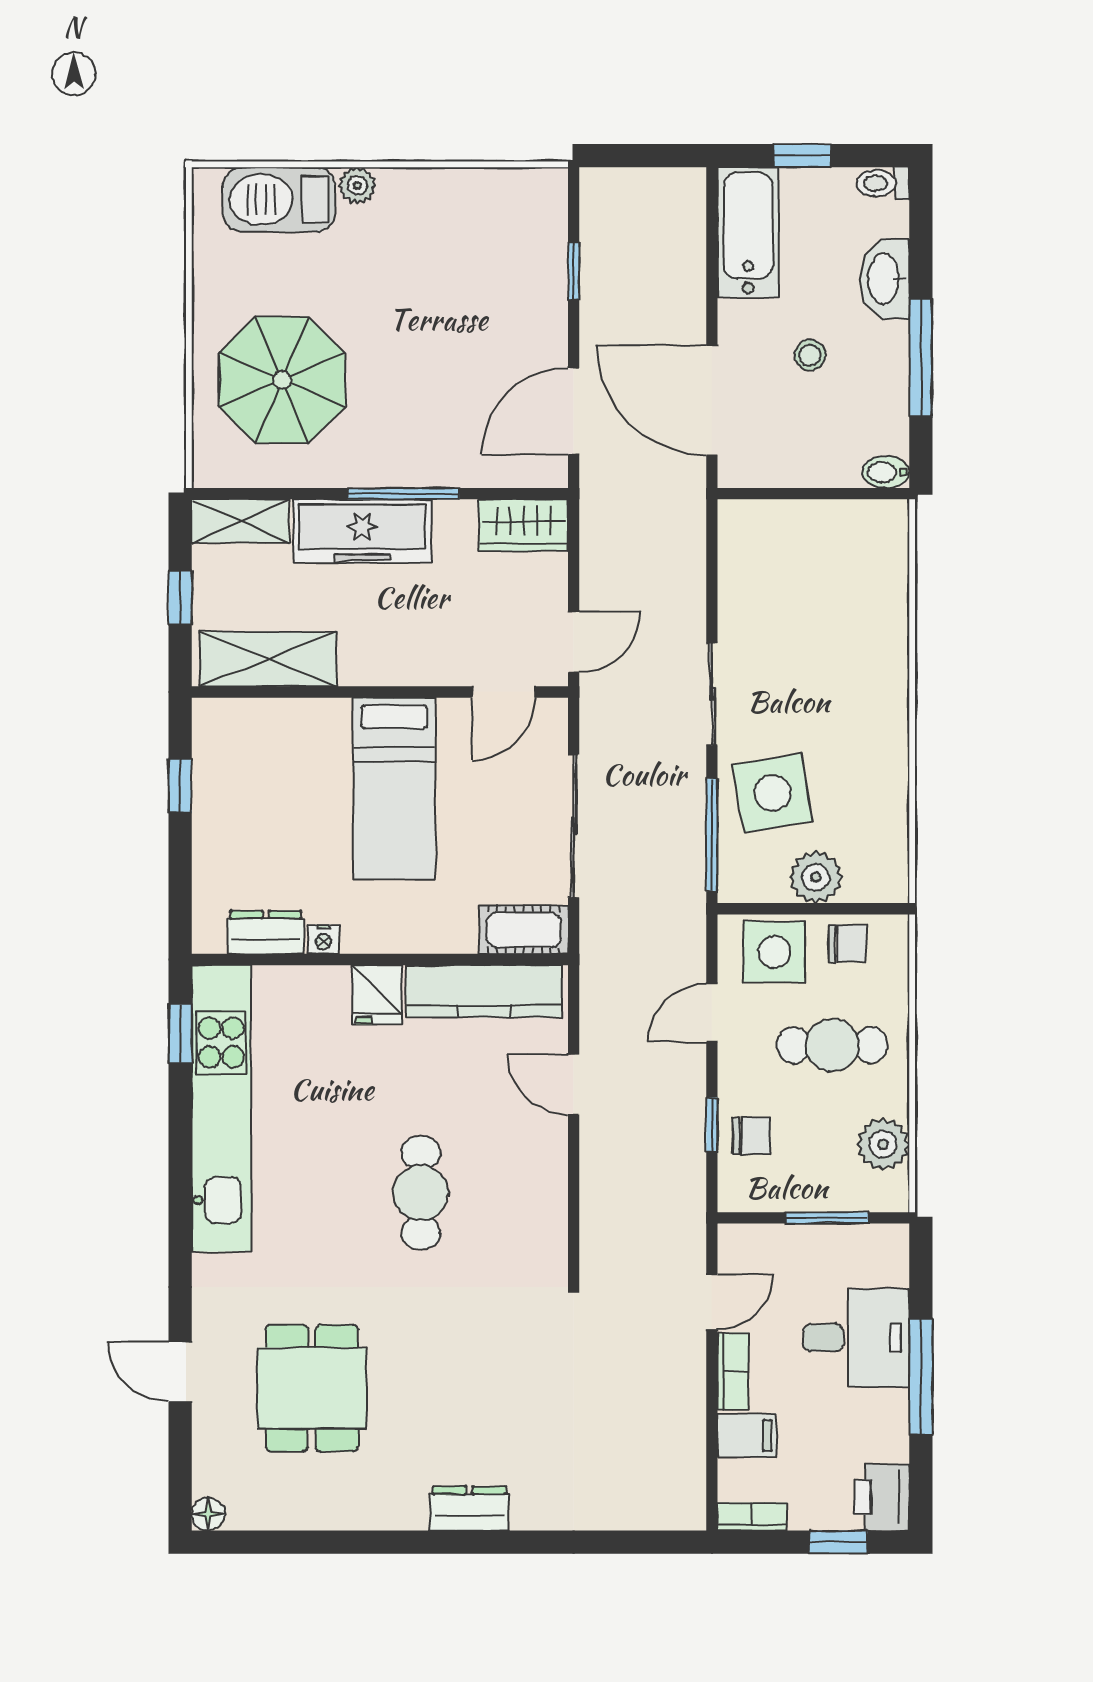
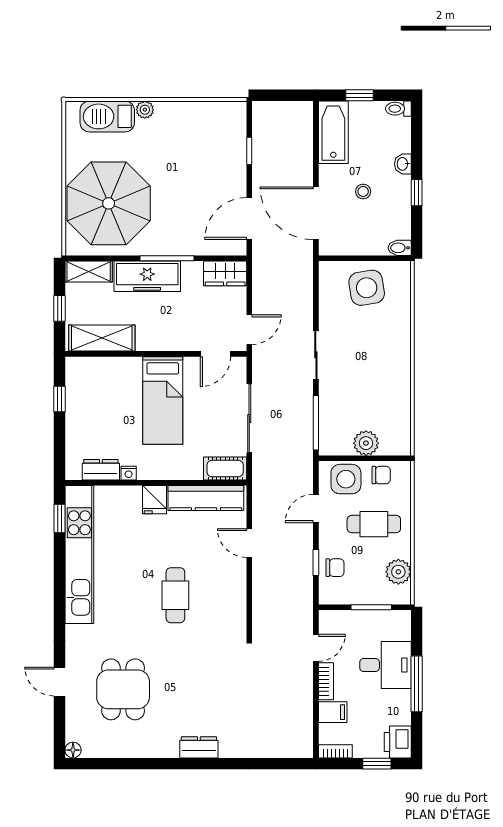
washbasin: (885, 279) -> (403, 164), width x0.52, depth x0.69
window: (921, 357) -> (417, 193), width x0.46
parasol: (282, 380) -> (109, 203), width x1.36, depth x1.36
side table: (773, 793) -> (367, 288), moved

